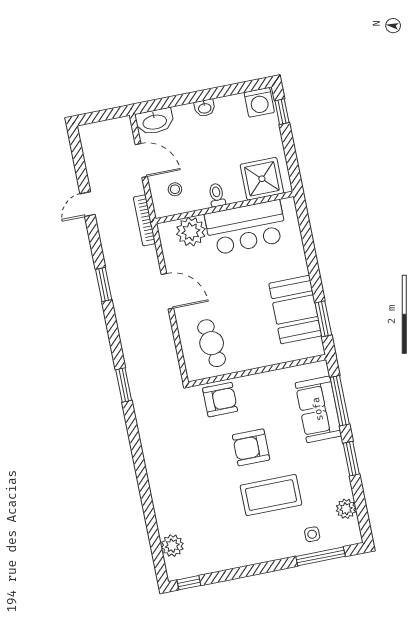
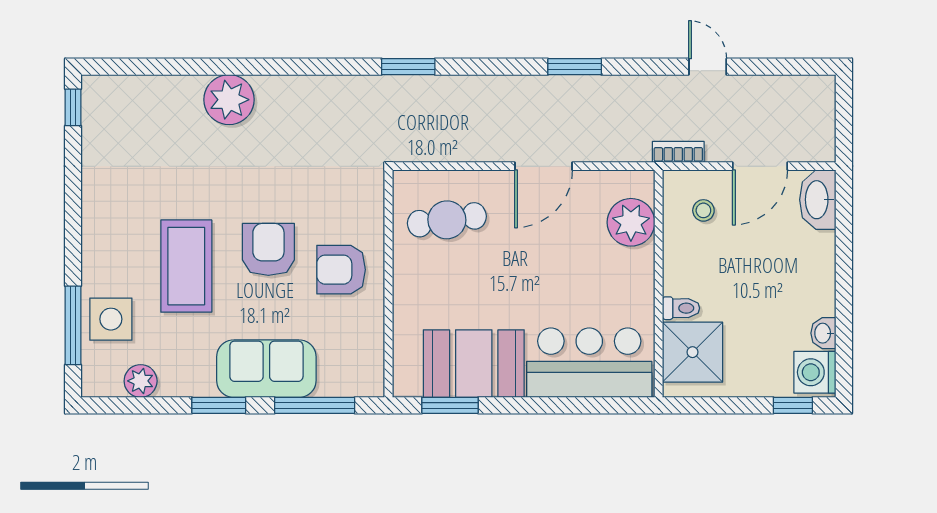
washbasin: (205, 108) -> (823, 333), moved
toilet: (217, 195) -> (681, 308), moved
bookcase: (144, 220) -> (678, 152), width x0.64
bar counter: (246, 227) -> (589, 363), moved, turned 90
armchair: (220, 400) -> (341, 270), moved, turned 90
sofa: (318, 409) -> (266, 369), moved
side table: (312, 534) -> (111, 319), width x1.87, depth x1.87
plant: (172, 546) -> (229, 100), moved, width x1.36, depth x1.36

